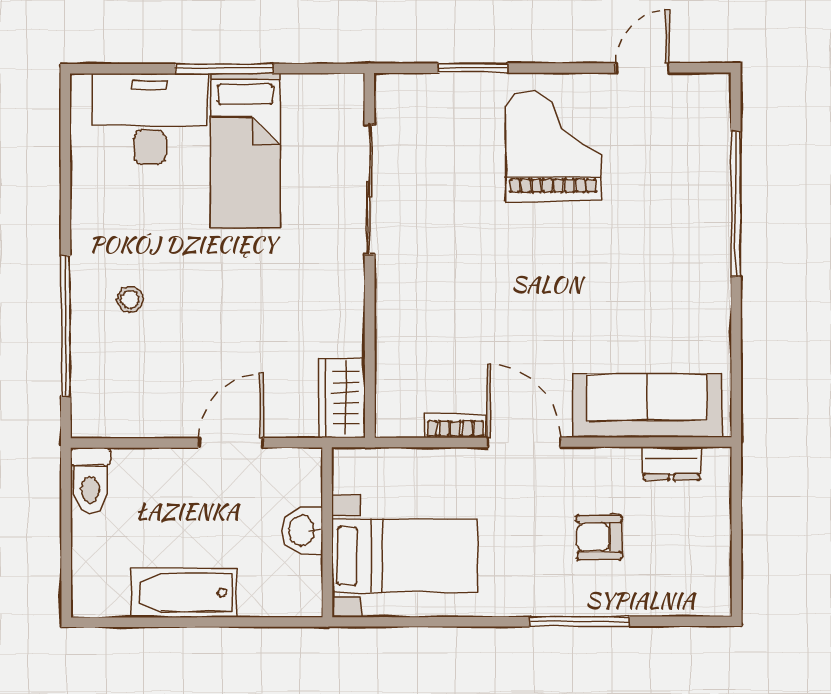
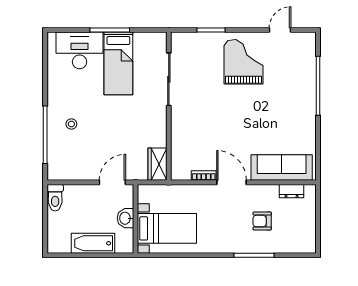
washbasin: (302, 531) -> (125, 218), moved
wall: (327, 532) -> (136, 219), moved
bed with nightstands: (404, 556) -> (167, 228), moved

